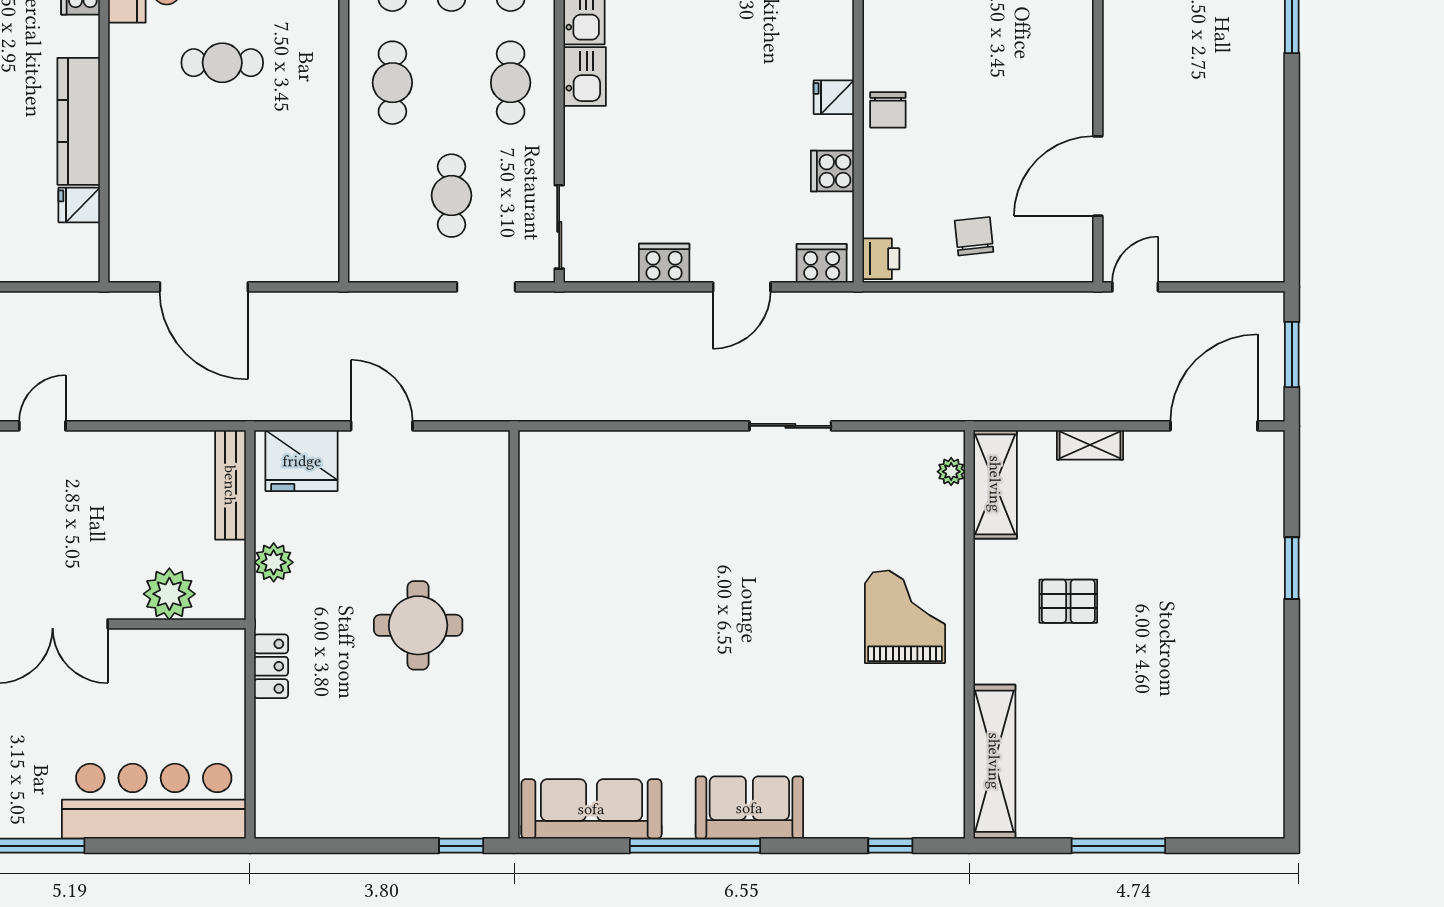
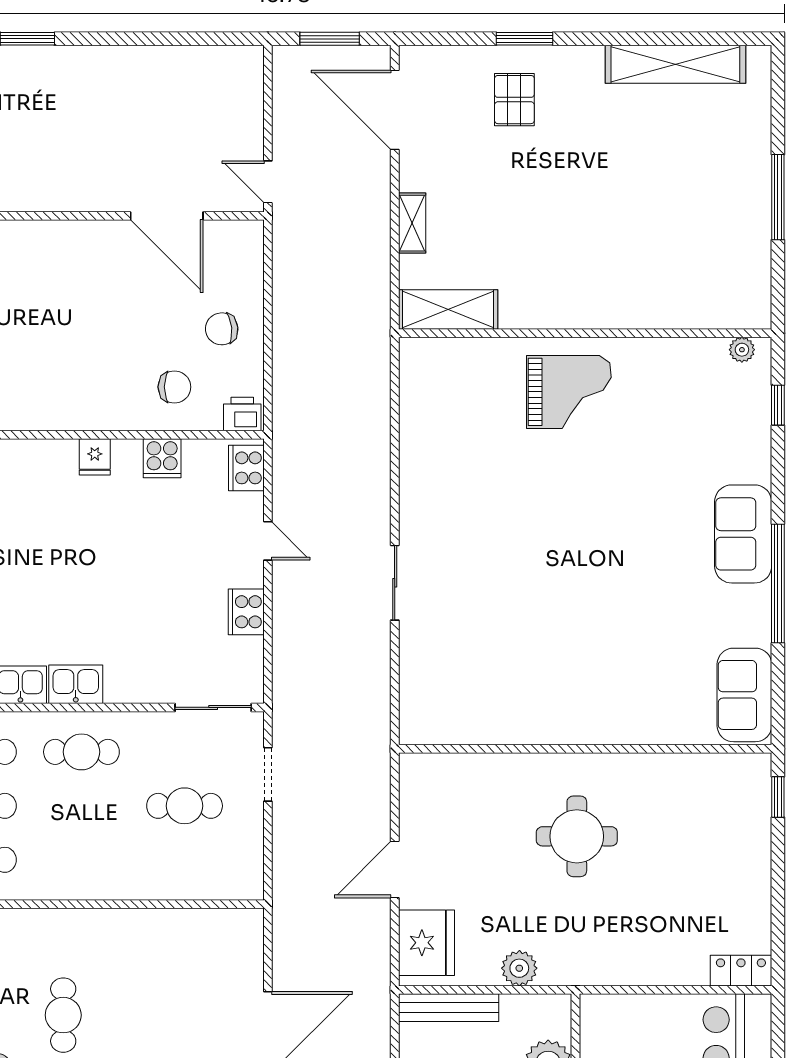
cafe table: (392, 83) -> (81, 860), removed
chair: (888, 110) -> (174, 387), moved
door: (742, 287) -> (268, 541), width x0.73
sliding door: (790, 426) -> (395, 583), moved
plant: (951, 472) -> (742, 350), moved
pallet: (1068, 601) -> (514, 100), moved
grand piano: (905, 617) -> (569, 392), turned 180
locker: (271, 666) -> (741, 971), moved
shelving: (994, 761) -> (675, 64), moved
sofa: (591, 809) -> (744, 695), width x0.73

